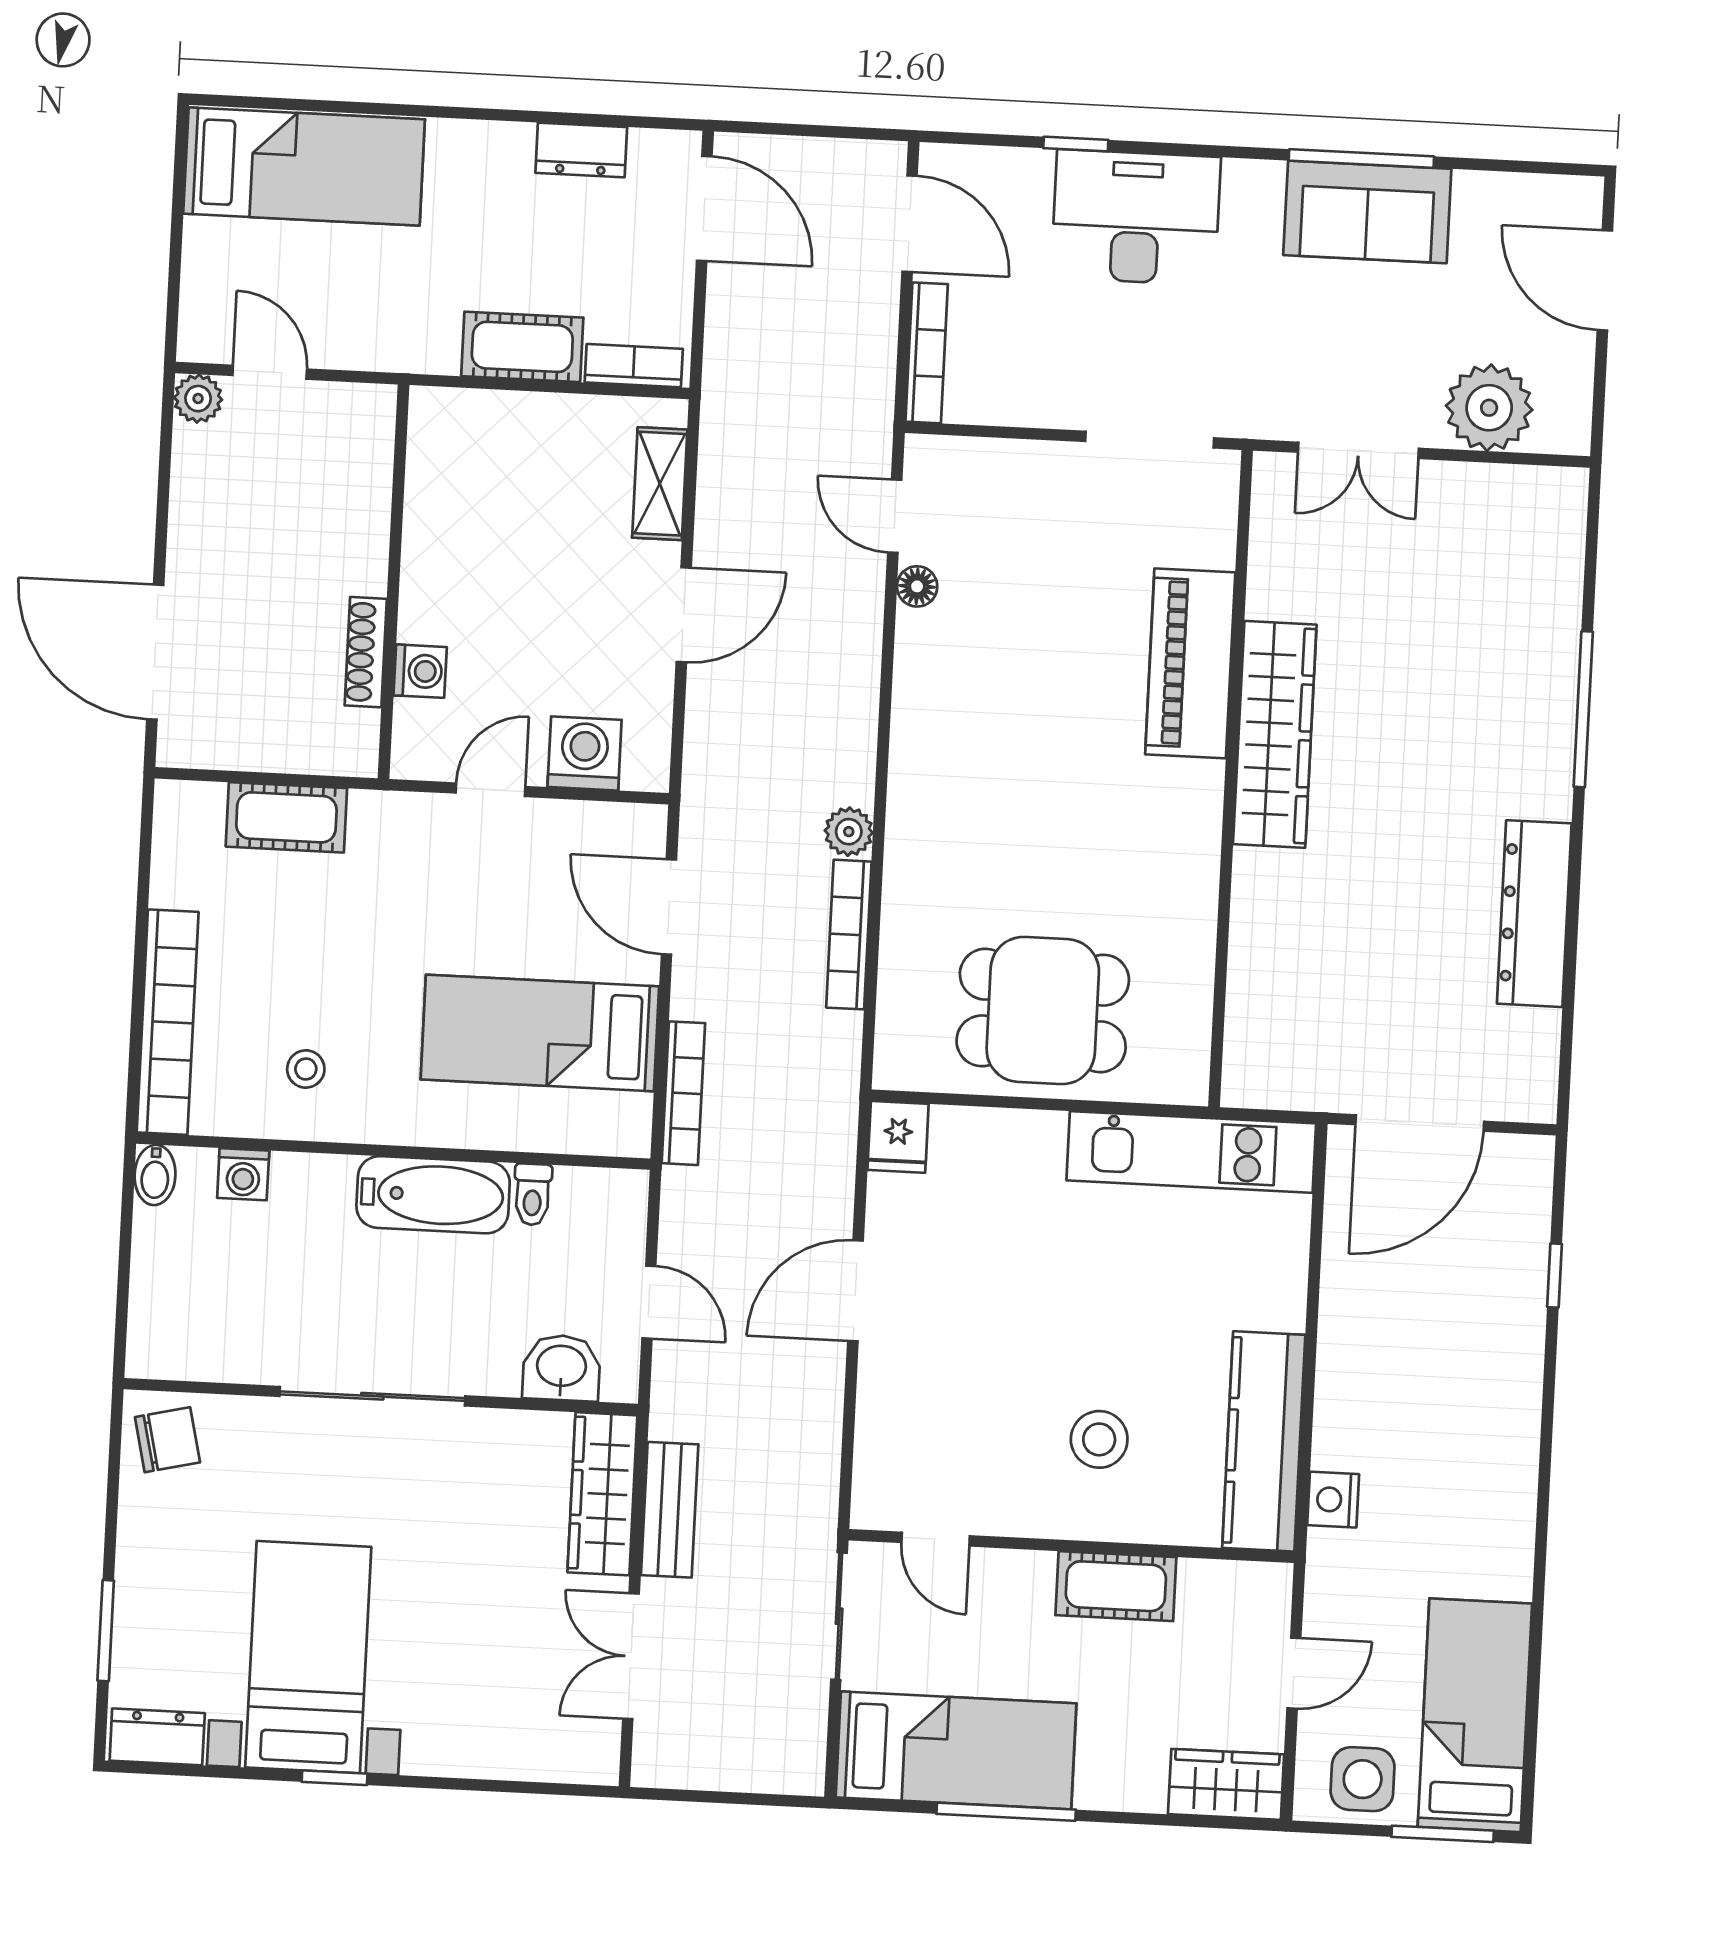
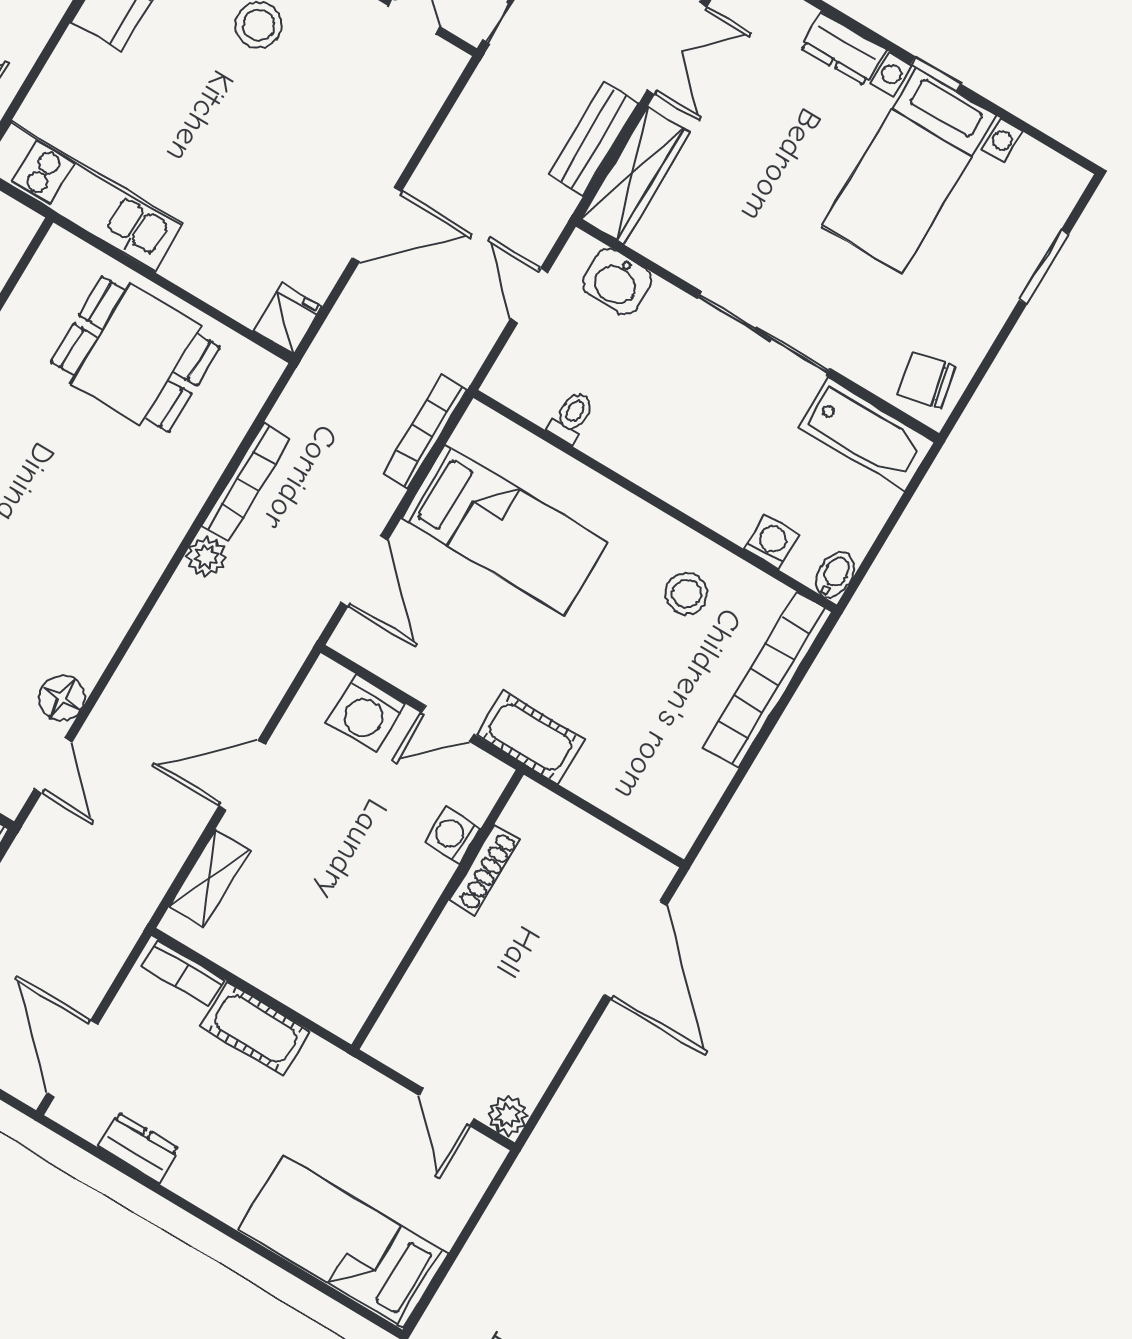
floor lamp: (917, 586) -> (62, 698), width x1.37, depth x1.37
cot: (286, 817) -> (530, 737), moved
stool: (306, 1069) -> (686, 593), width x1.37, depth x1.37
bathtub: (433, 1195) -> (867, 434), moved, turned 180
dresser: (157, 1737) -> (843, 49), moved

